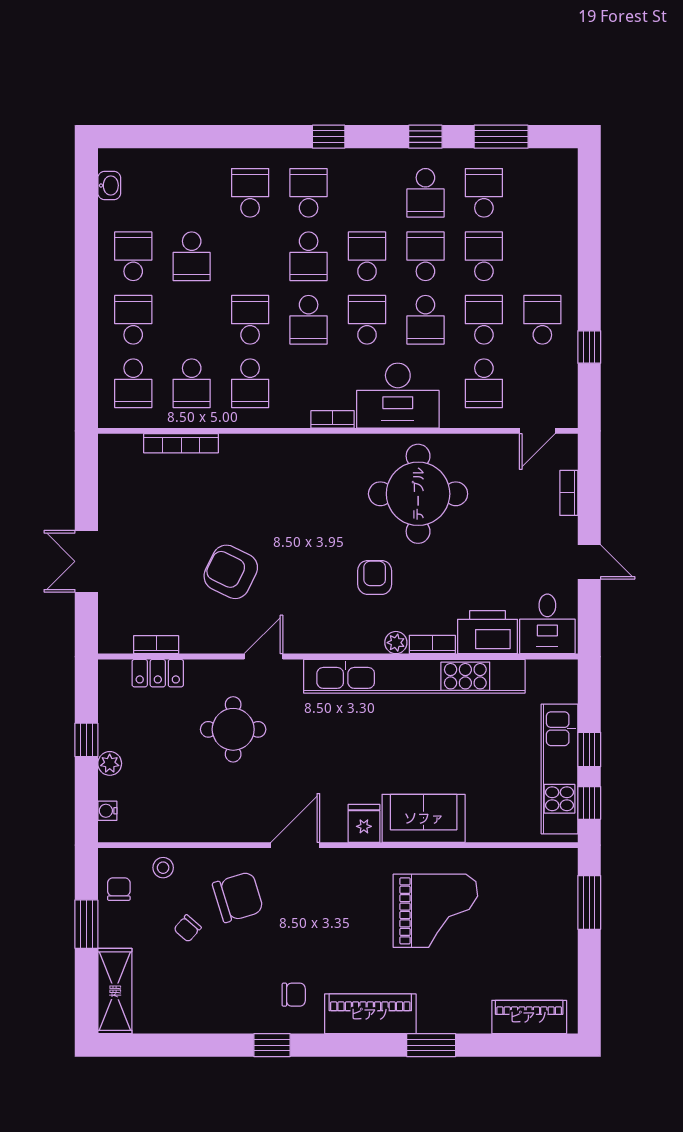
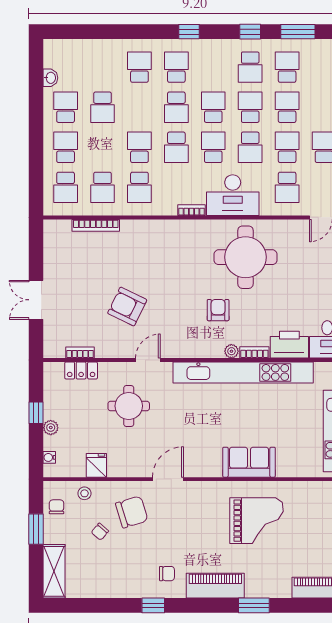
washbasin: (109, 185) -> (50, 78), moved
fridge: (364, 823) -> (96, 465), moved

